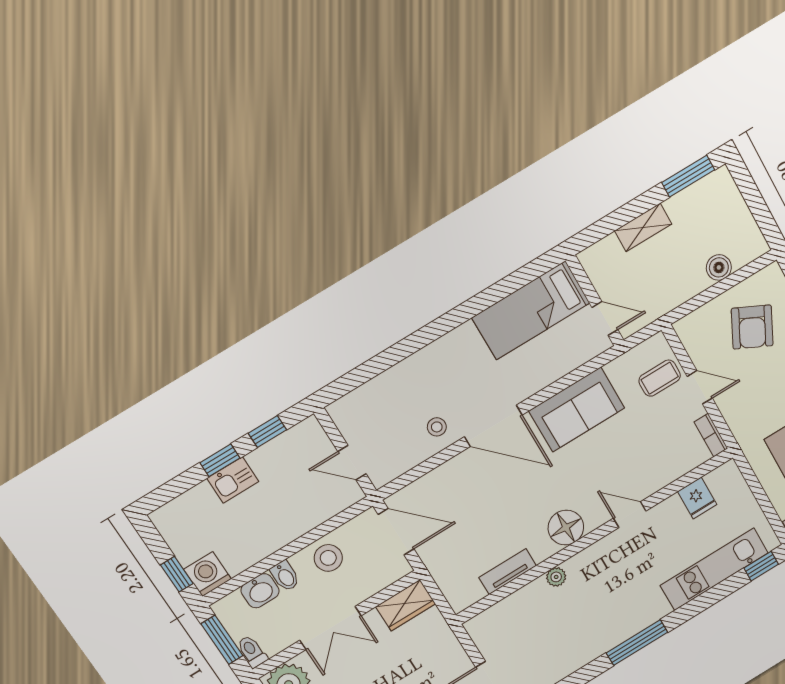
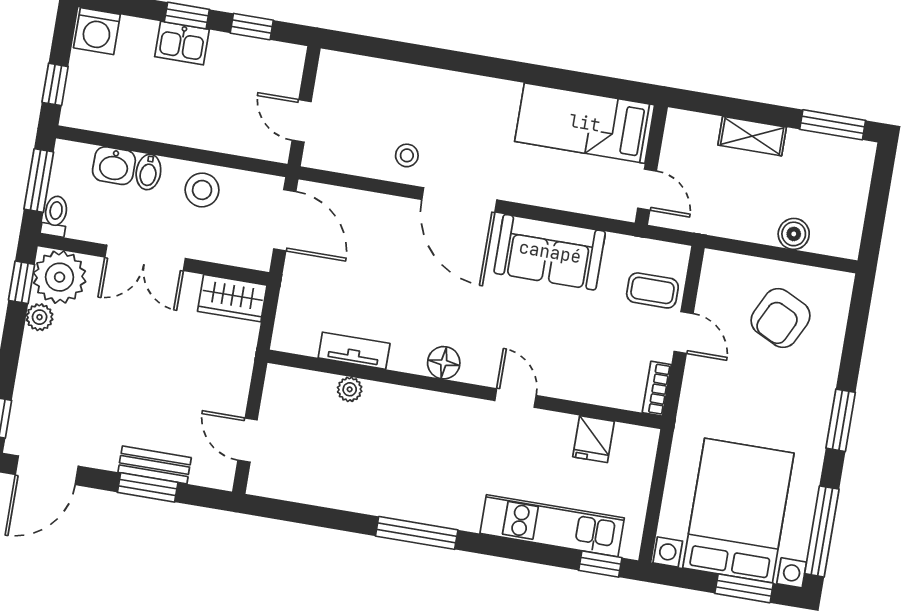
floor lamp: (566, 528) -> (444, 363), width x0.73, depth x0.73
washing machine: (208, 574) -> (97, 31), moved, turned 180
plant: (556, 577) -> (350, 389), moved

